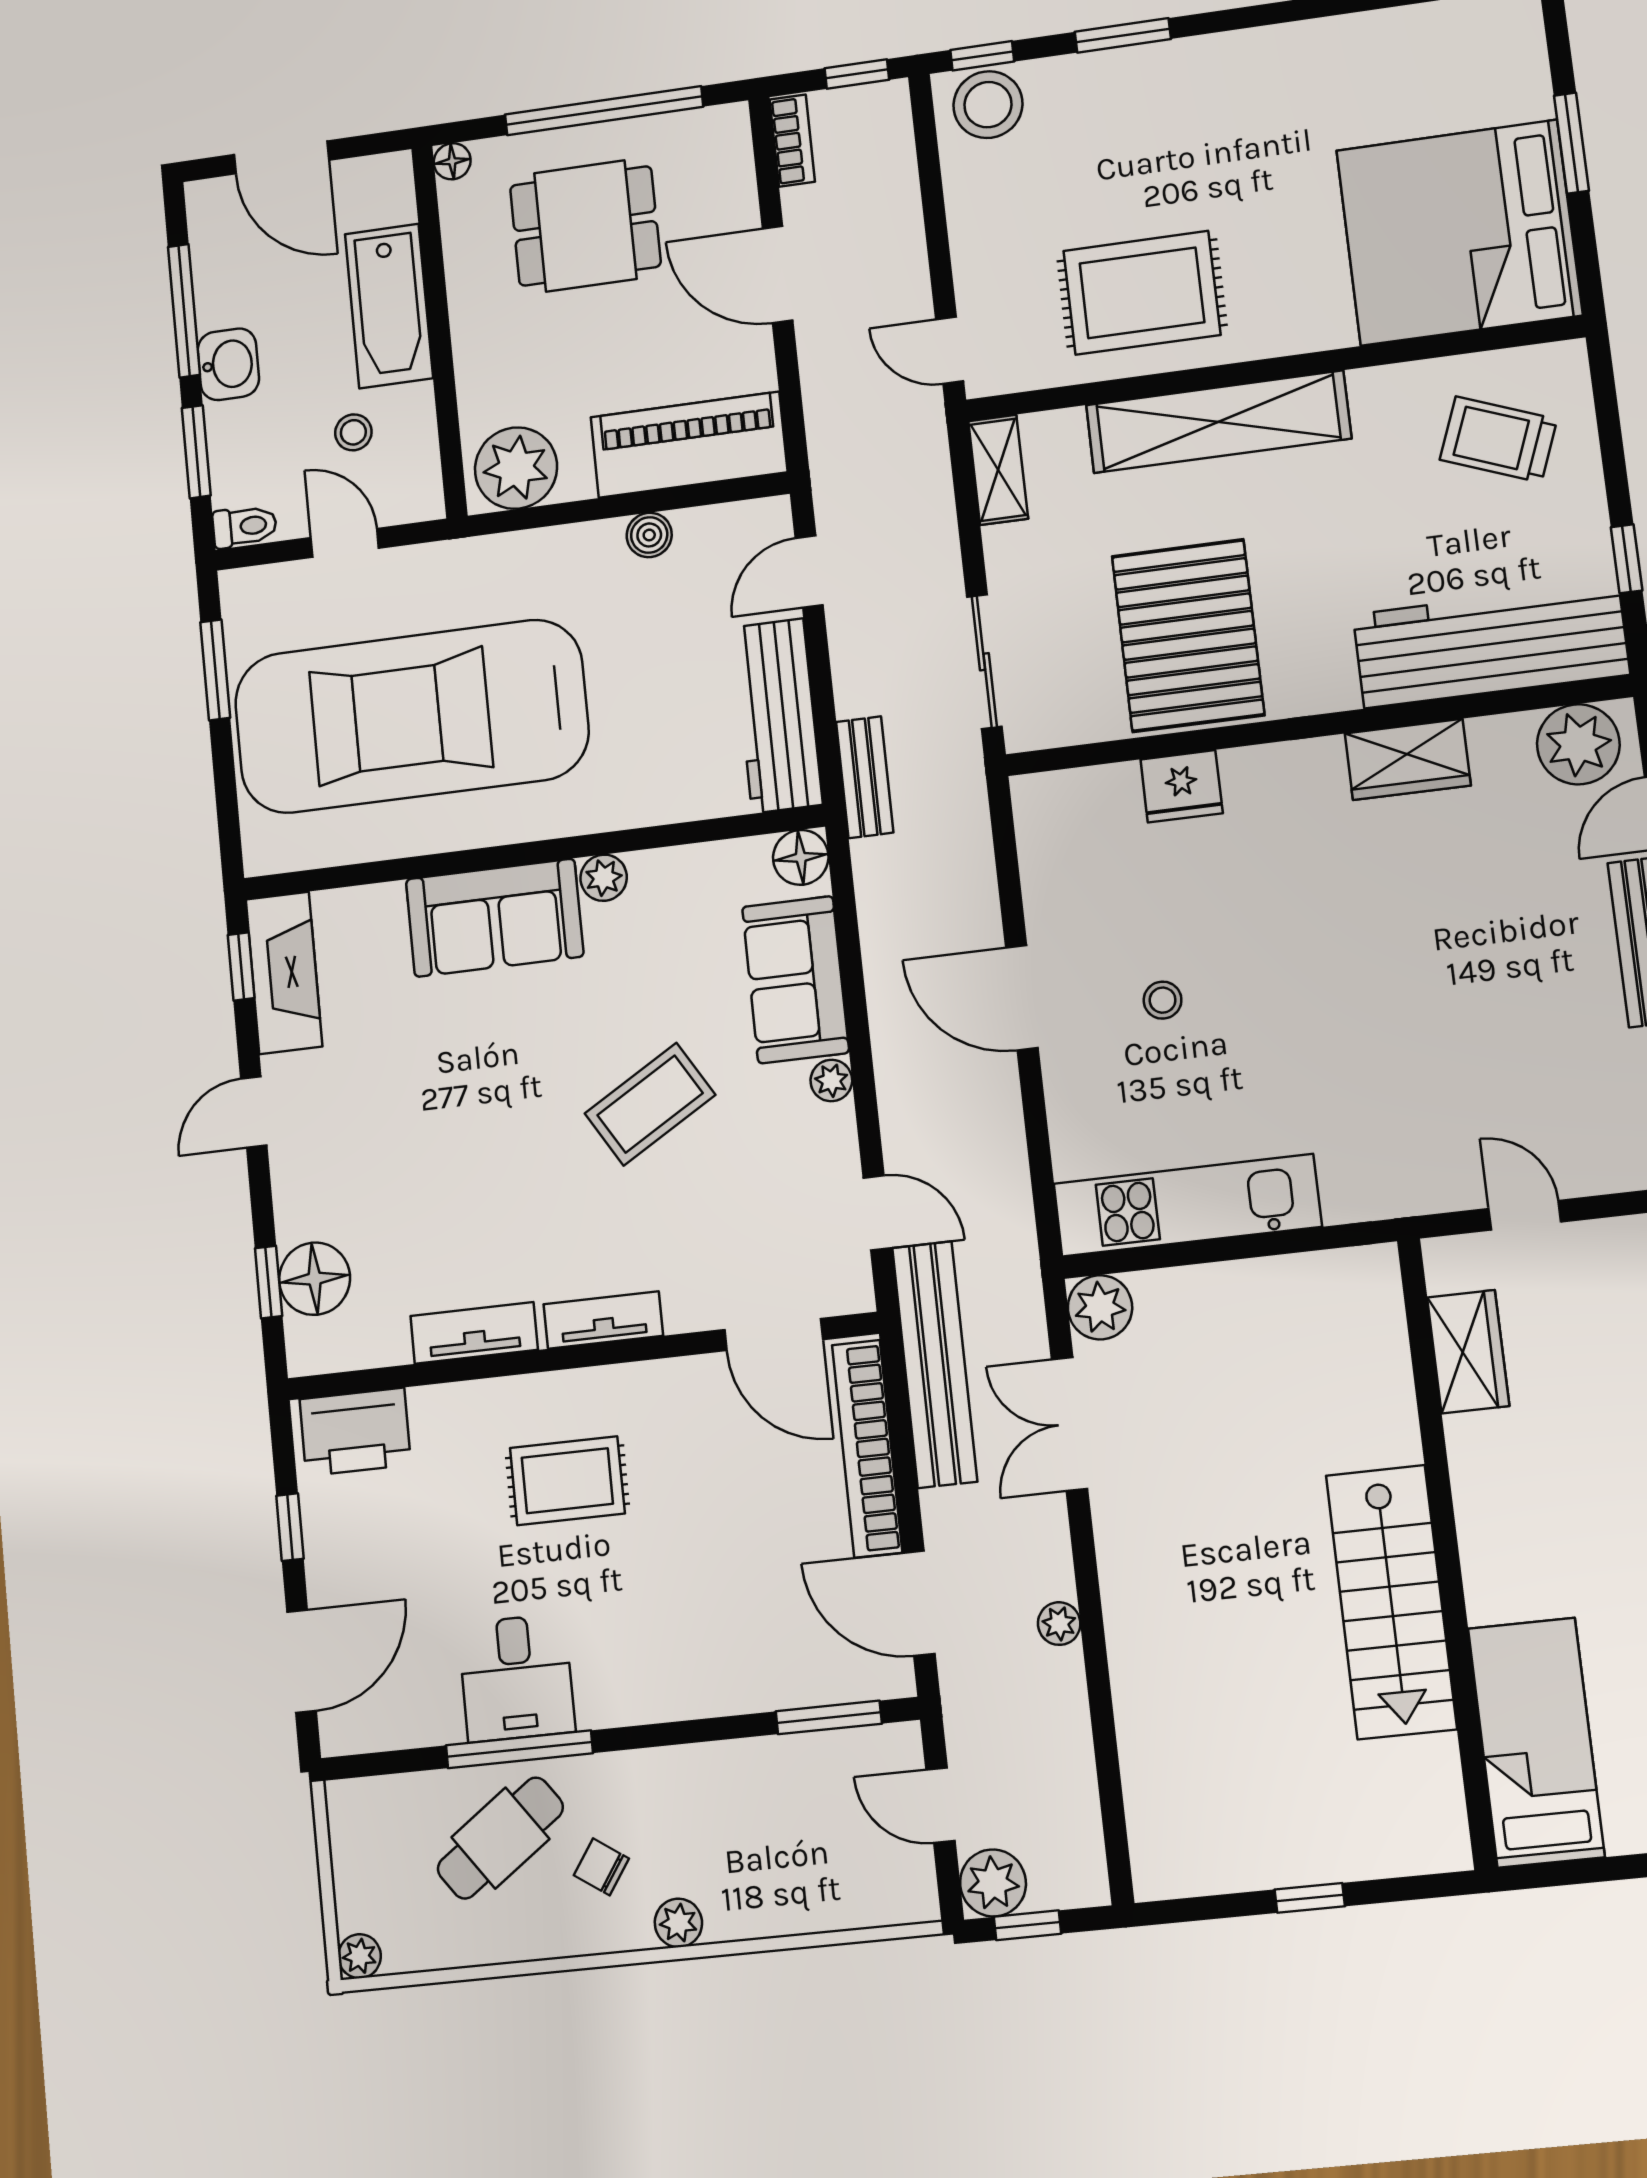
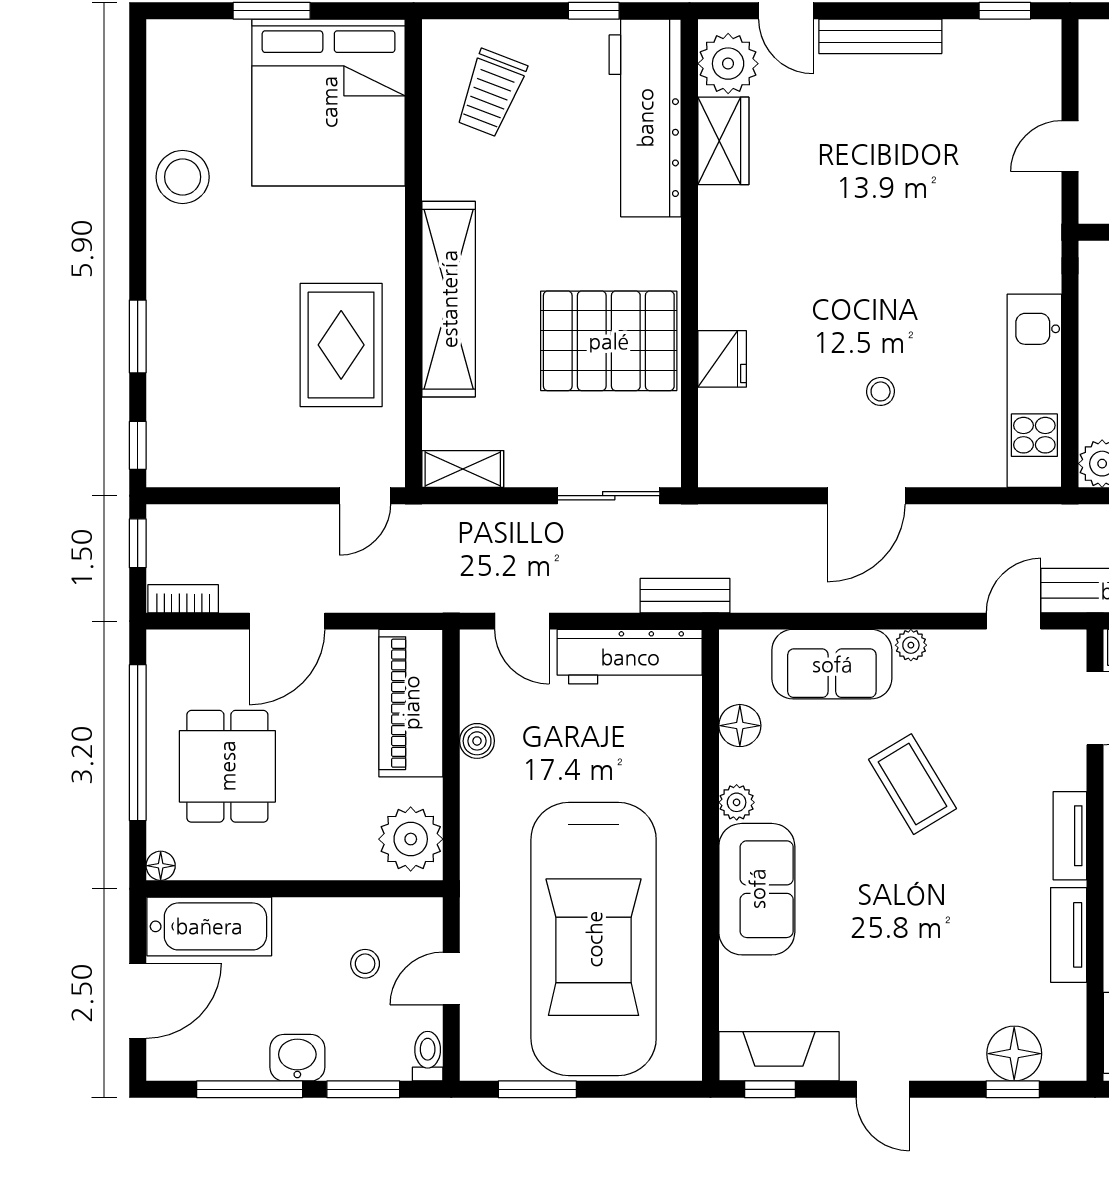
stool: (988, 105) -> (183, 177), moved
bathtub: (389, 306) -> (209, 926), moved
wardrobe: (1408, 759) -> (723, 141), moved
floor lamp: (801, 857) -> (740, 726), moved

